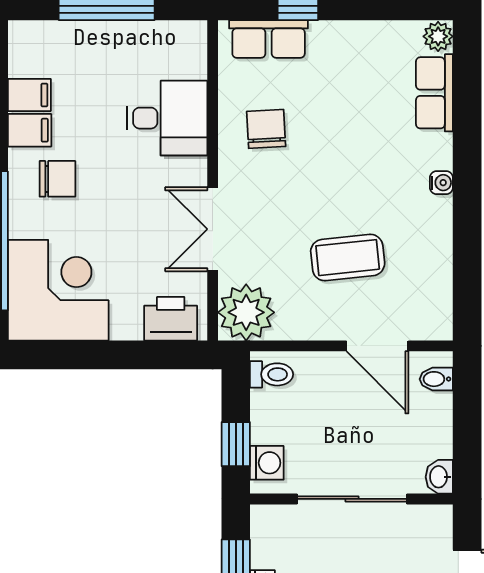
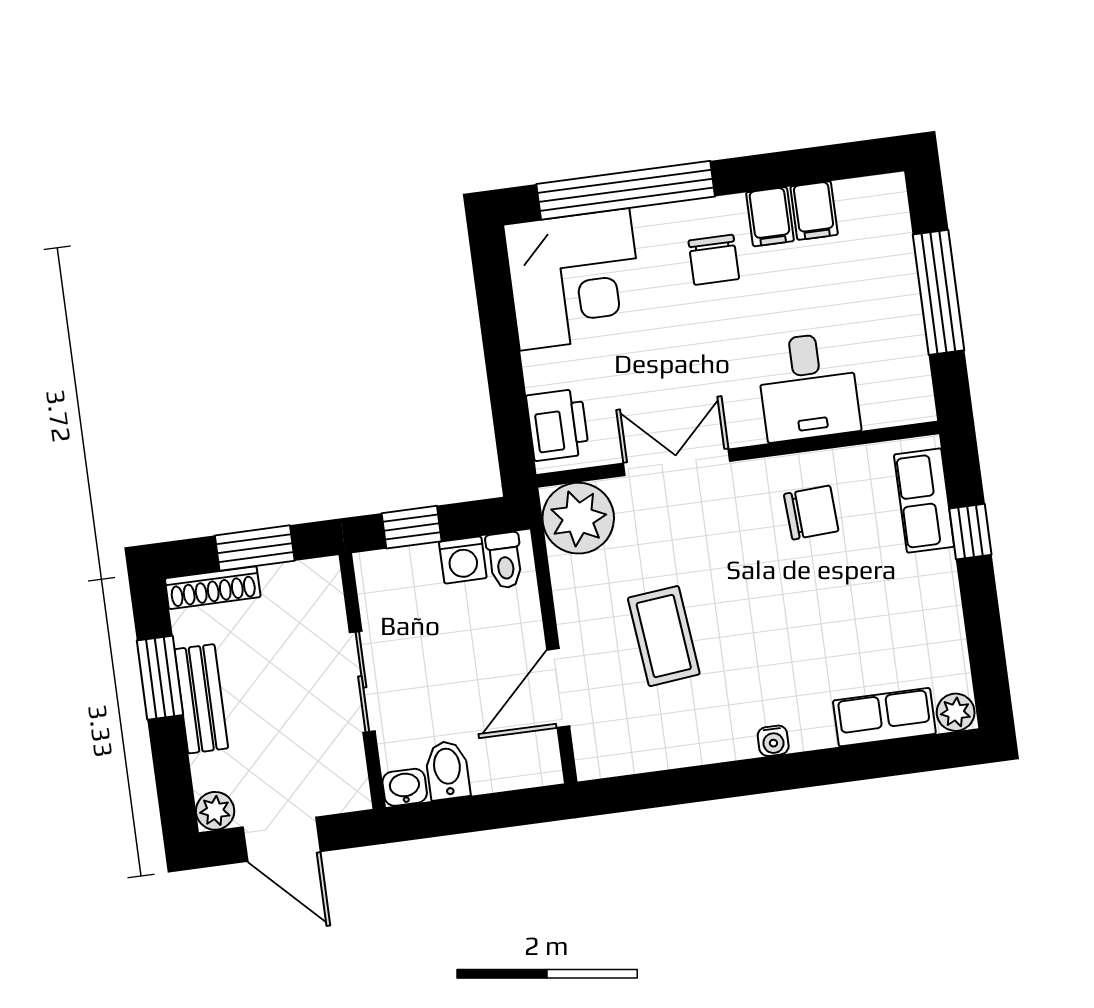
bidet: (436, 379) -> (447, 770), moved, width x1.38, depth x1.36
washing machine: (267, 463) -> (463, 560), moved
sliding door: (352, 499) -> (362, 682), width x0.73

